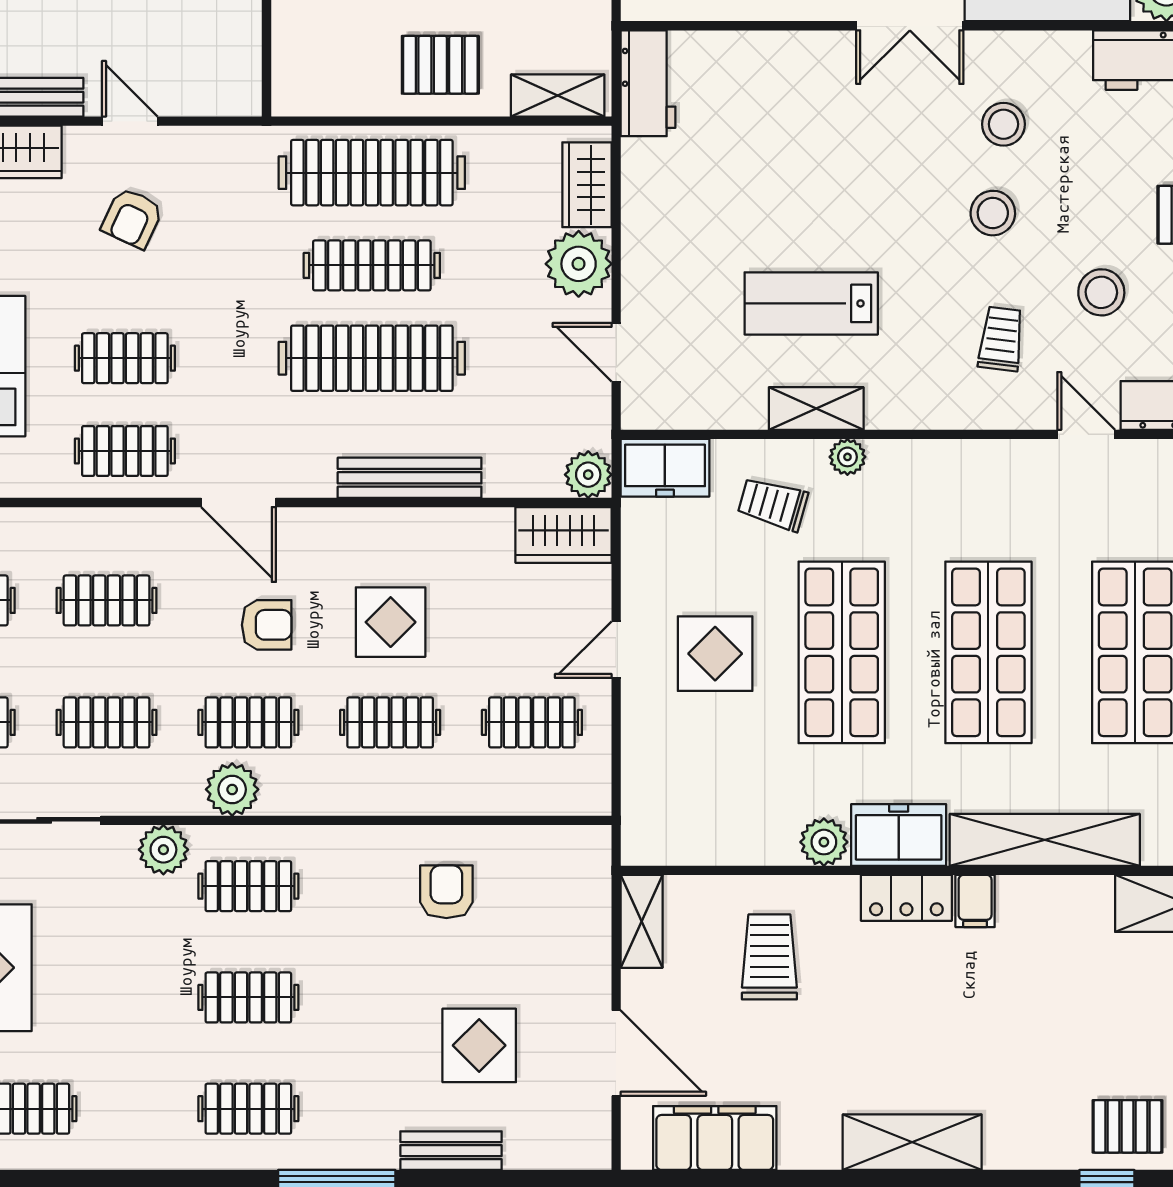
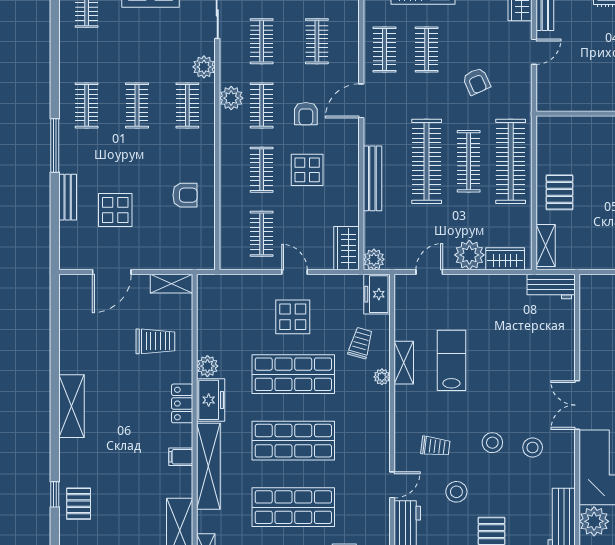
armchair: (132, 218) -> (476, 81), moved, turned -139
filing cabinet: (975, 901) -> (181, 457), moved
filing cabinet: (715, 1138) -> (73, 317), removed

